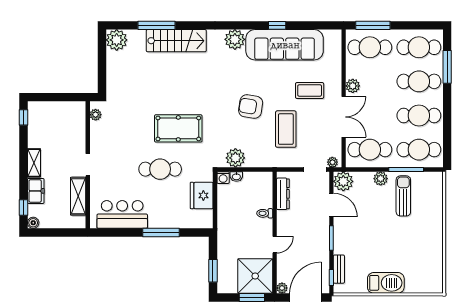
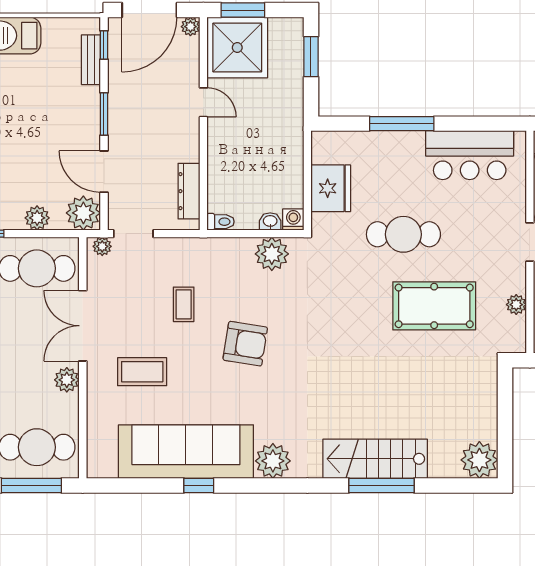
window: (156, 25) -> (382, 486), moved
plant: (96, 115) -> (516, 305), moved
pool table: (178, 128) -> (434, 306), moved
coffee table: (286, 129) -> (184, 304), width x0.54, depth x0.58
plant: (381, 179) -> (37, 218), moved
toilet: (265, 213) -> (221, 222), moved
door: (275, 245) -> (203, 102), swing flipped

